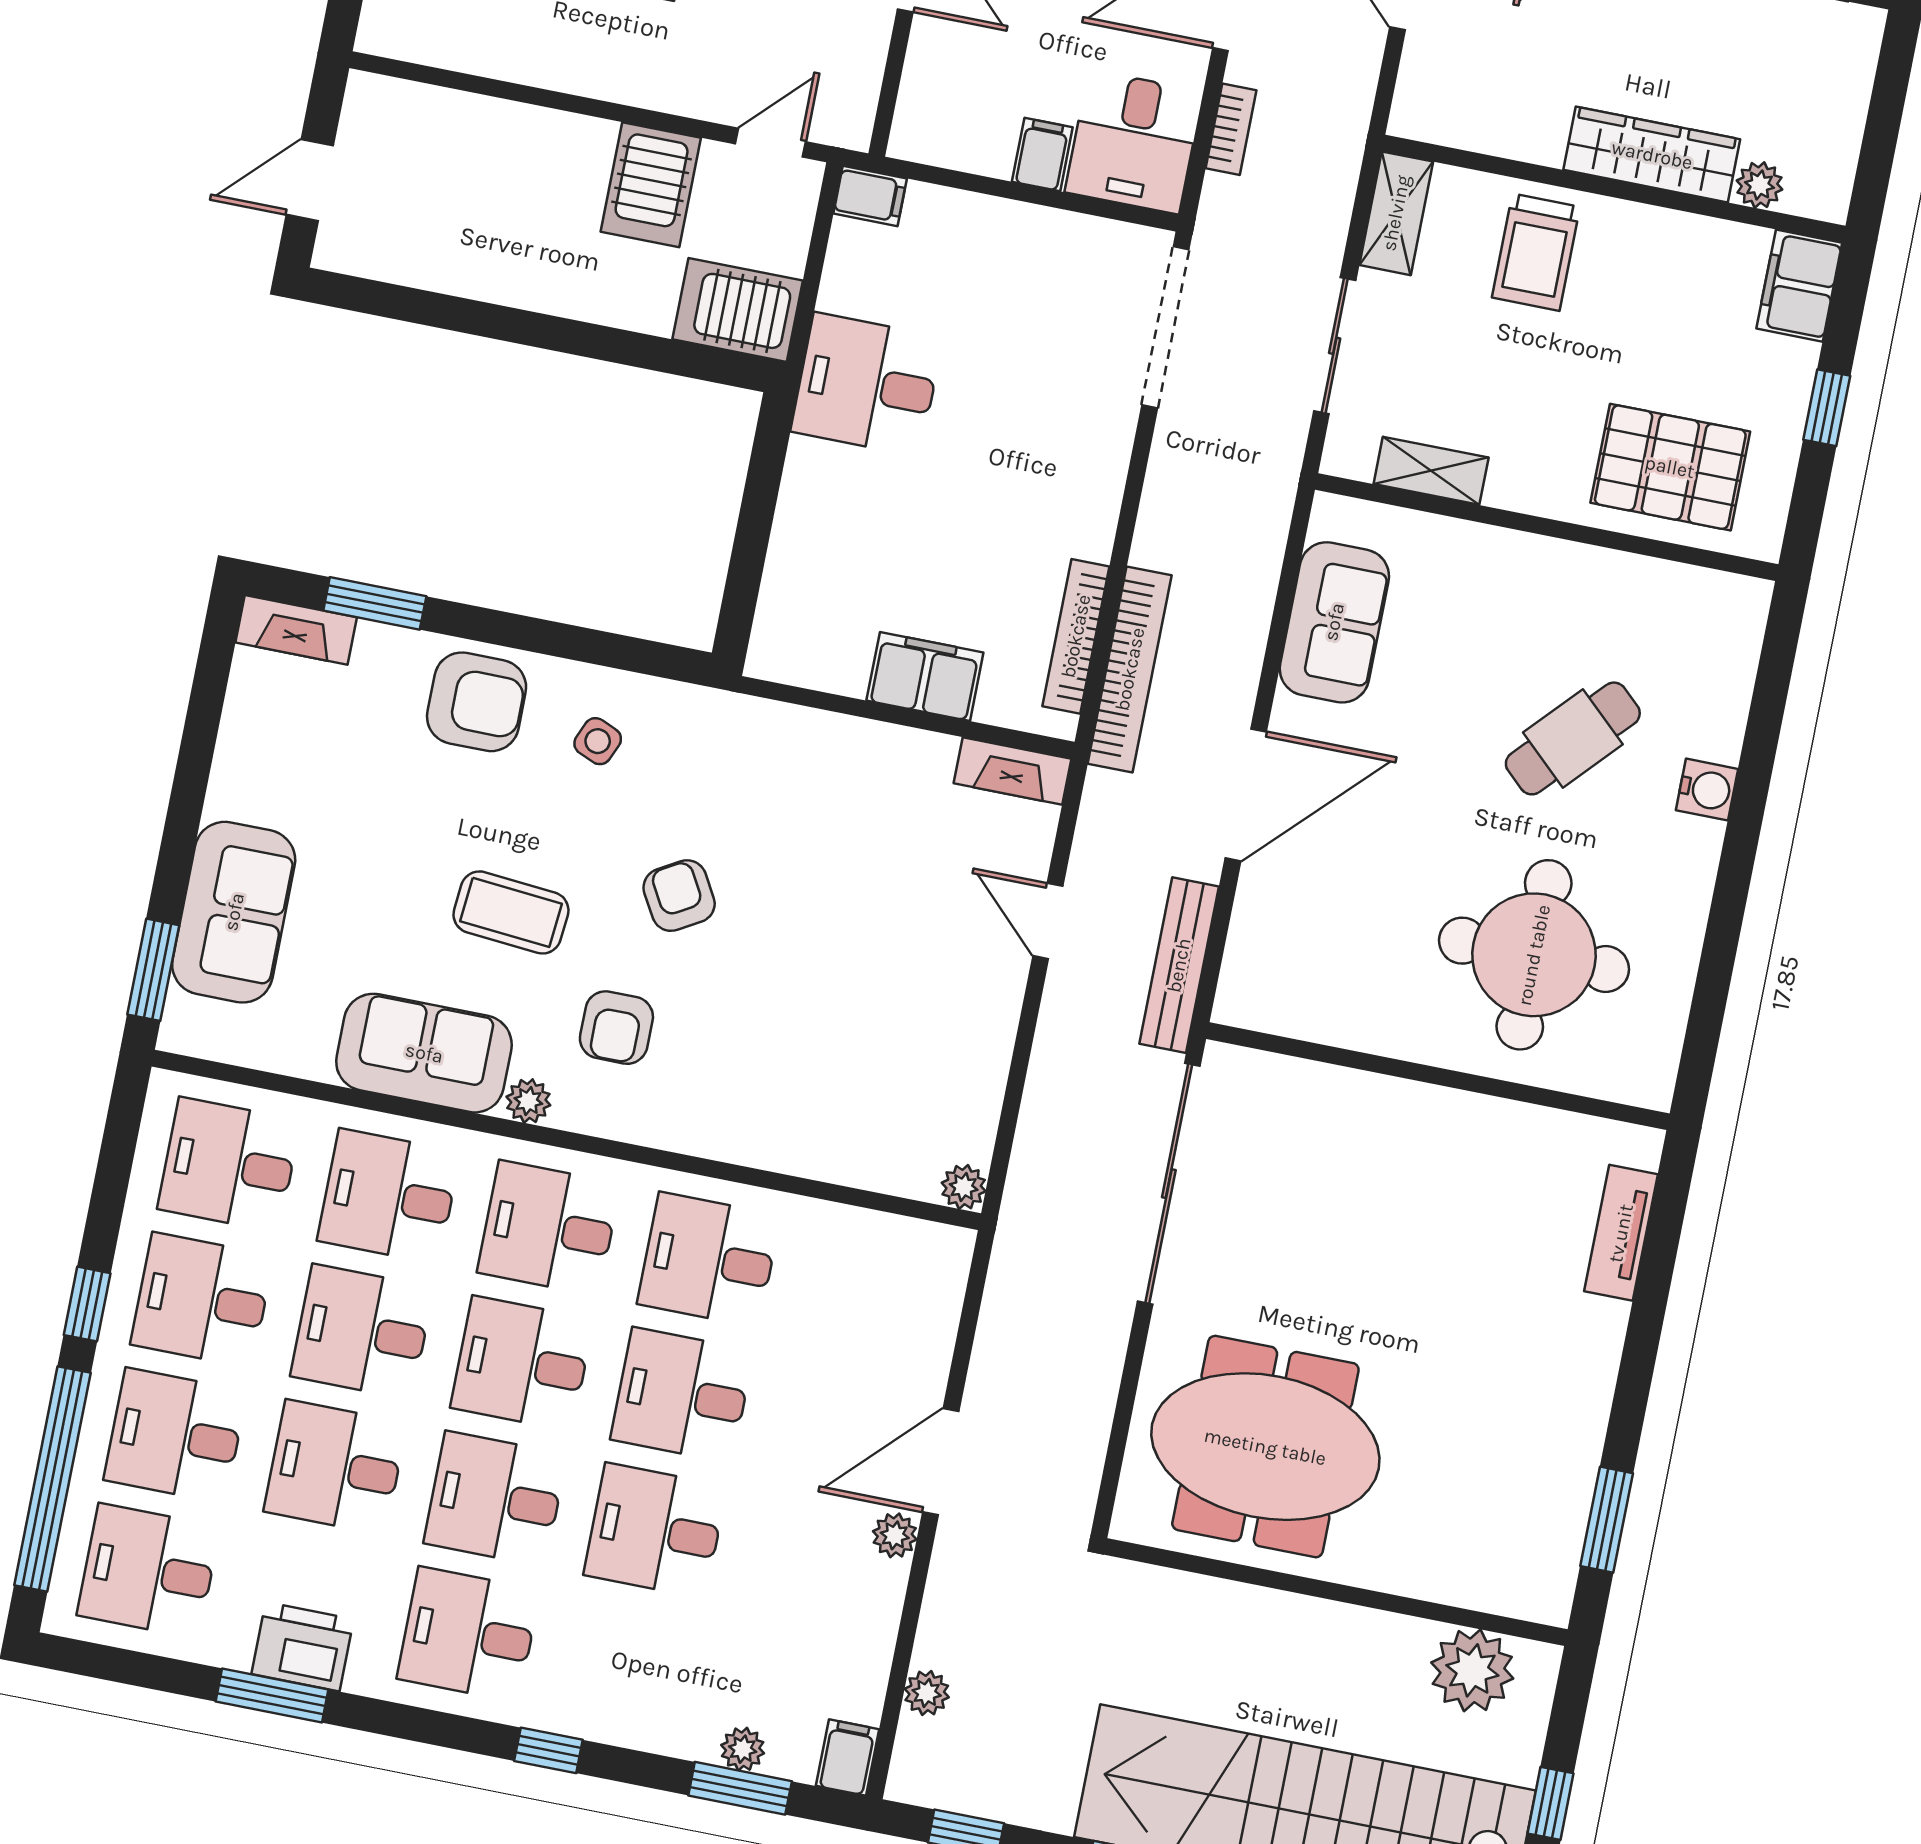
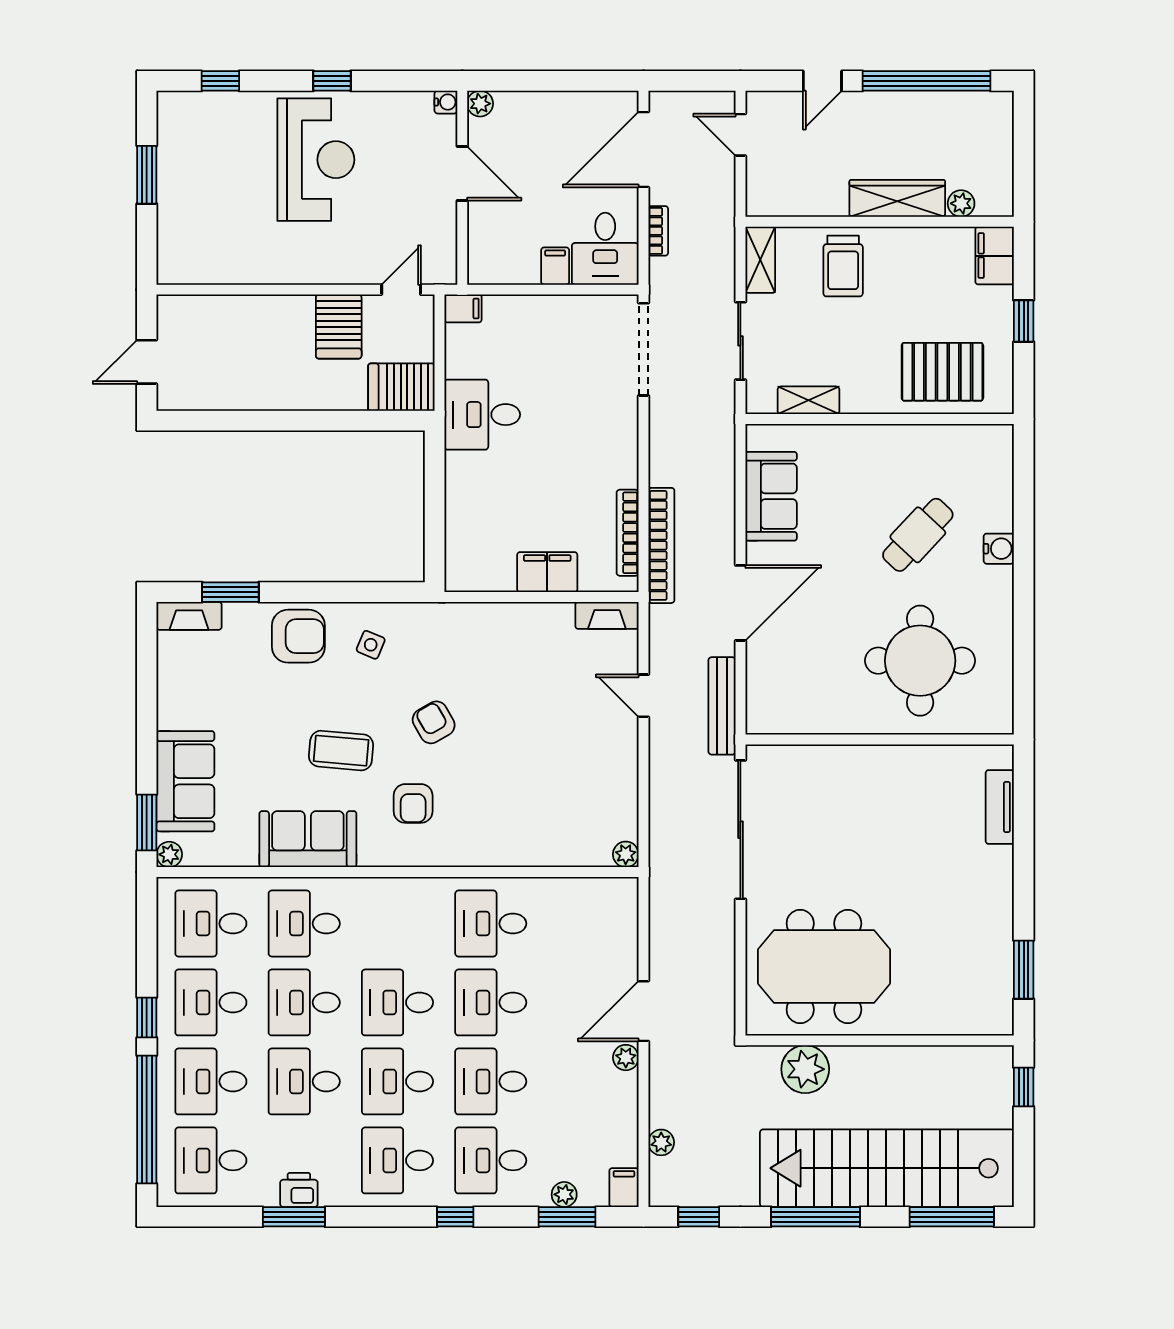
plant: (528, 1101) -> (169, 854), moved
desk: (549, 1228) -> (491, 1160), moved
printer: (303, 1647) -> (299, 1190), width x0.73, depth x0.81
plant: (1472, 1670) -> (805, 1069), moved
window: (1550, 1803) -> (1024, 1087), moved

